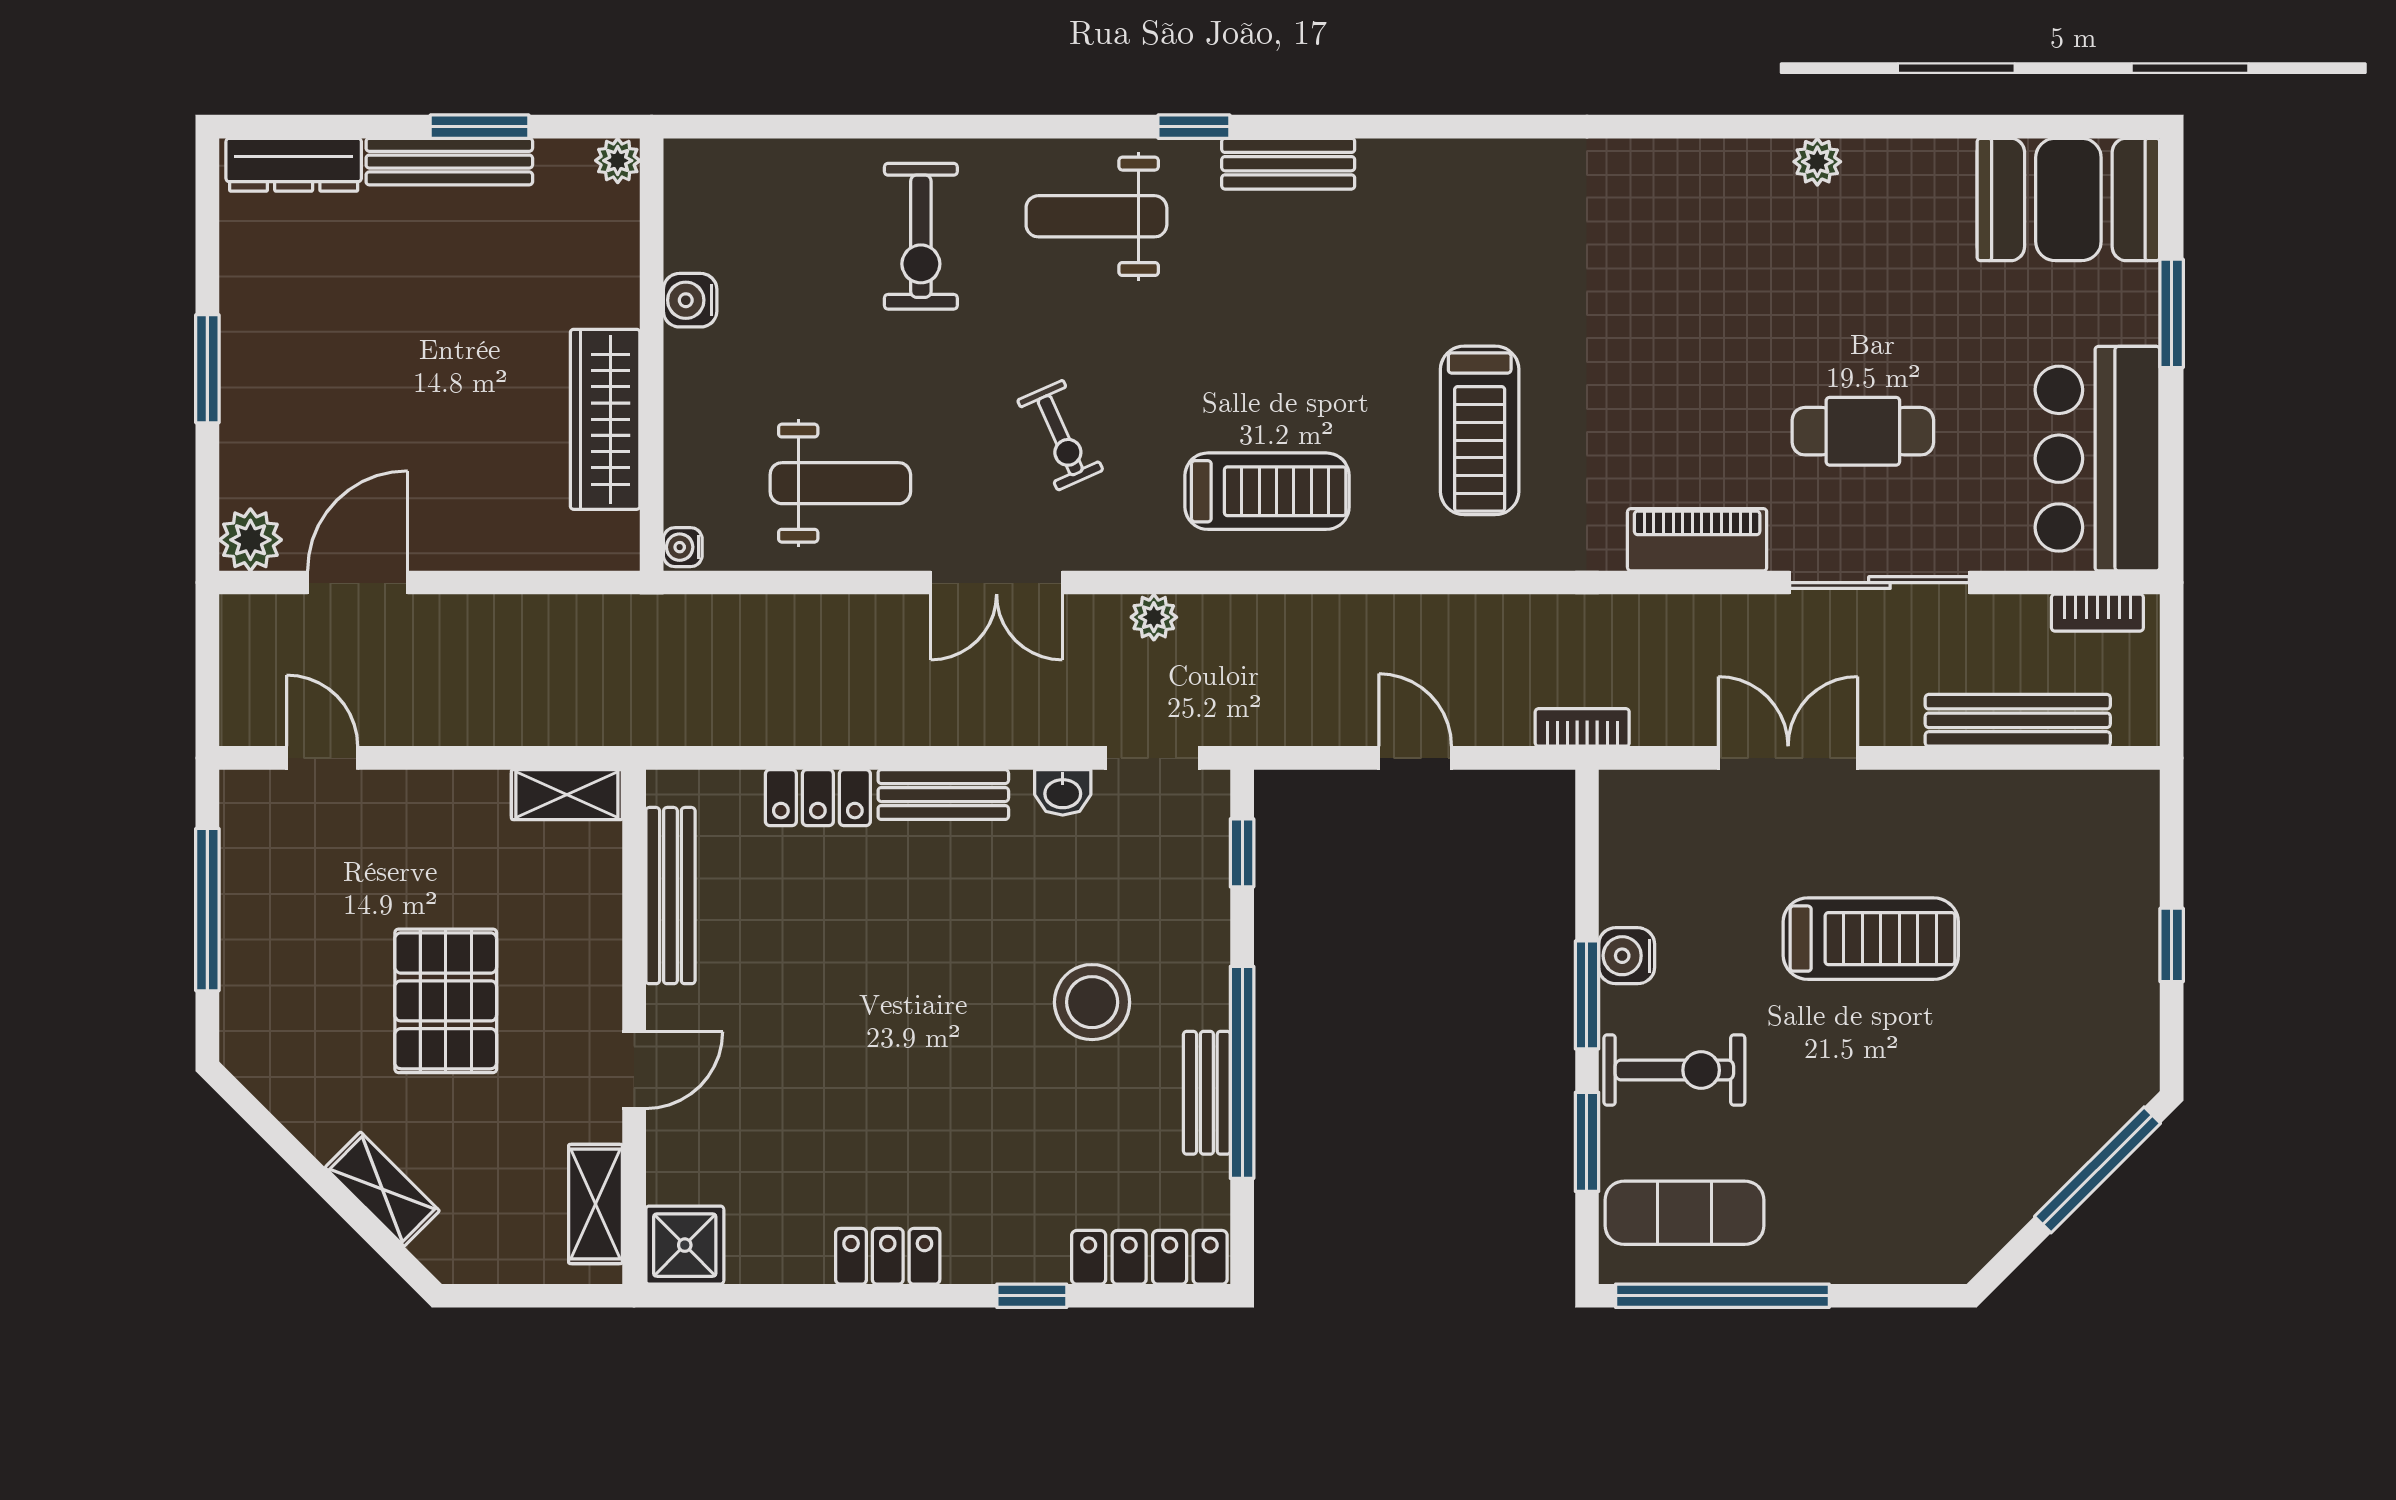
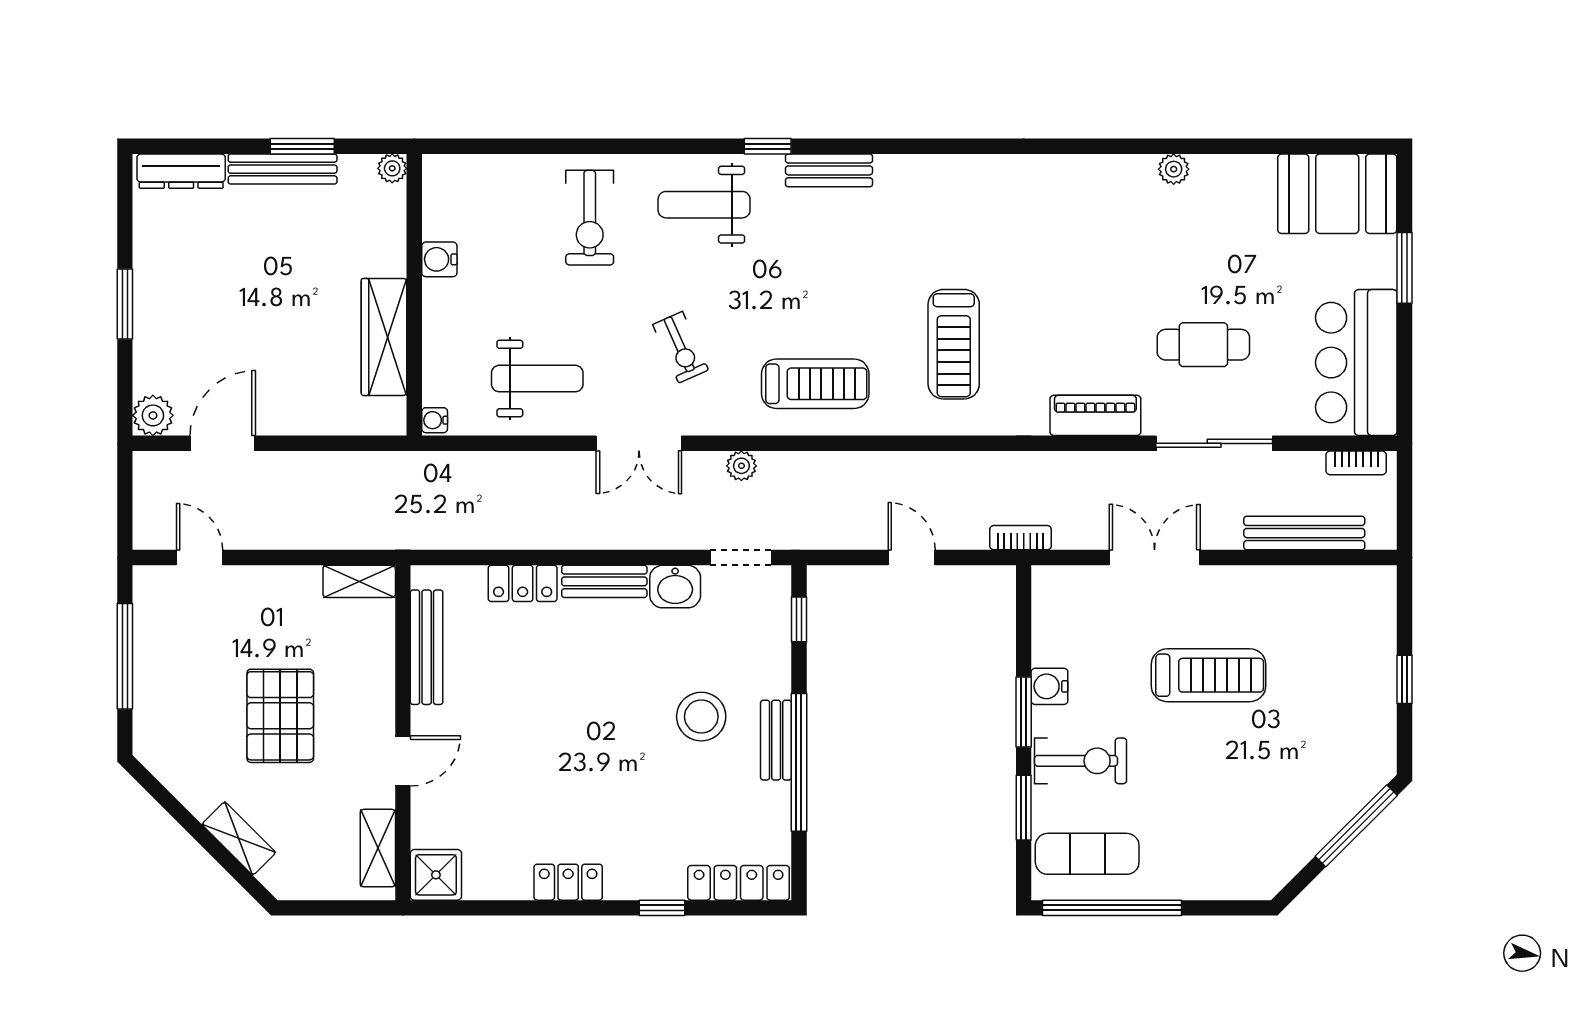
washbasin: (1063, 792) -> (675, 587), width x1.38, depth x1.45
bench: (1207, 1093) -> (776, 740), moved

